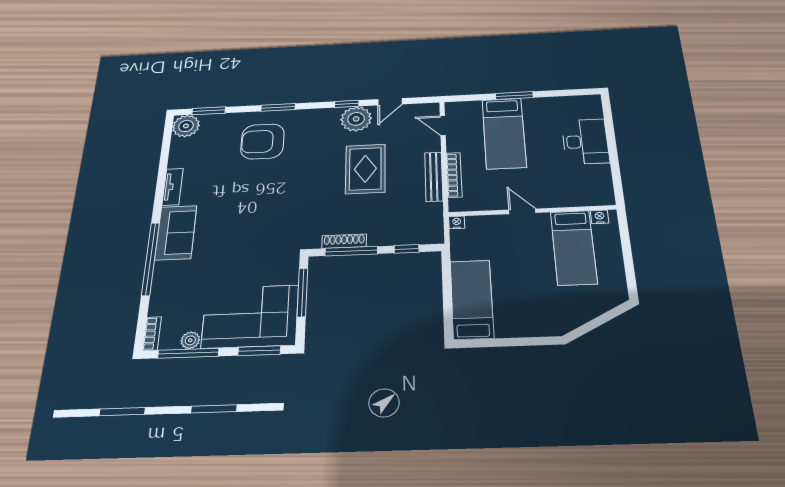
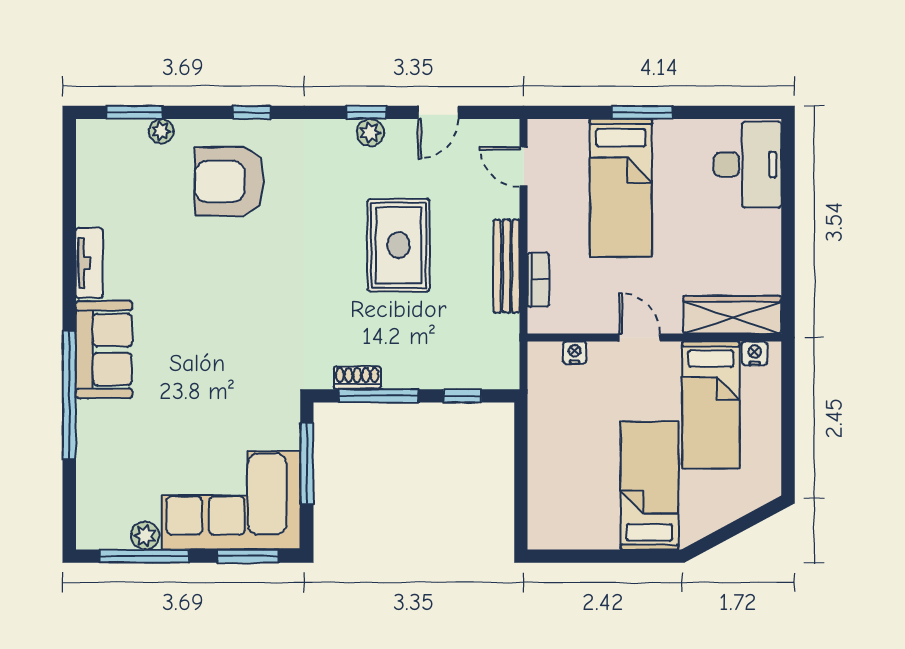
window: (278, 107) -> (251, 112), width x0.67
plant: (356, 119) -> (370, 133), width x0.53, depth x0.53
plant: (186, 126) -> (161, 131), moved, width x0.53, depth x0.53
desk: (585, 142) -> (748, 165), moved
bookcase: (454, 175) -> (538, 280), width x0.64
wardrobe: (582, 196) -> (732, 315), added
nightstand: (457, 222) -> (575, 353), moved
shoe rack: (344, 241) -> (357, 378), width x0.70
bed: (472, 299) -> (649, 486), moved
bookcase: (152, 334) -> (87, 522), removed

